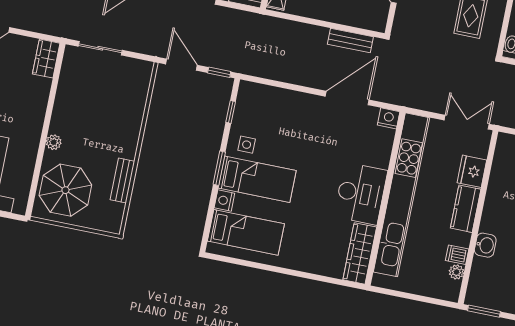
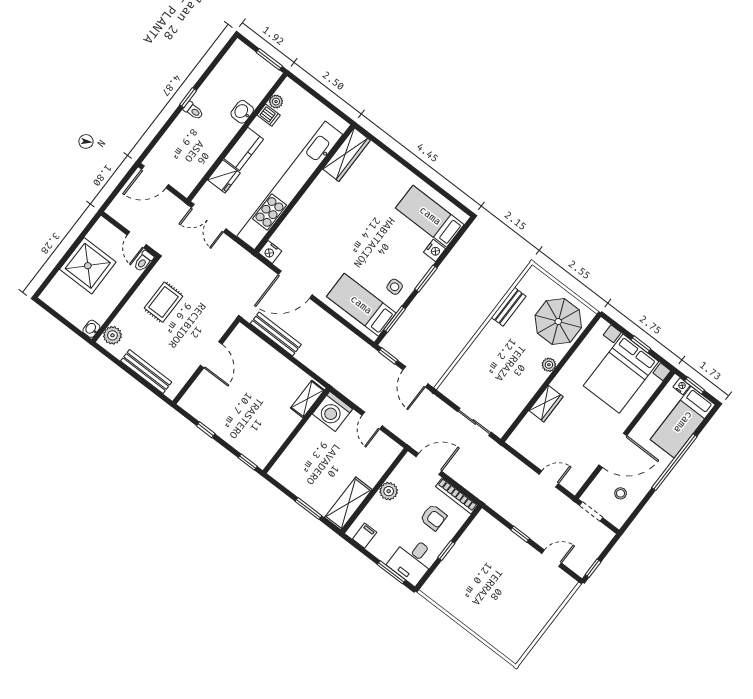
bench: (350, 40) -> (276, 334), width x1.36
wardrobe: (46, 59) -> (546, 404), moved
window: (231, 112) -> (395, 319), width x1.50
bed: (257, 179) -> (361, 305), moved
desk: (361, 194) -> (322, 202), removed

